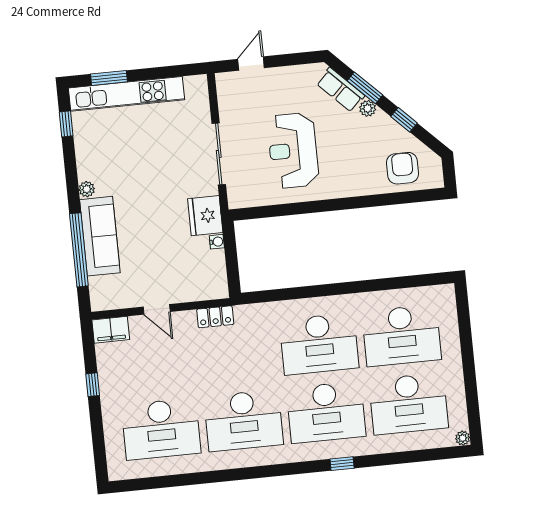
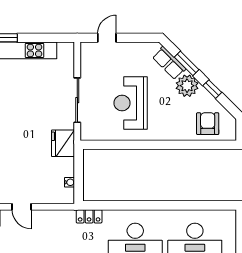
plant: (368, 108) -> (187, 86), width x1.88, depth x1.88
water cooler: (217, 242) -> (70, 182), moved
locker: (215, 317) -> (89, 216), moved

